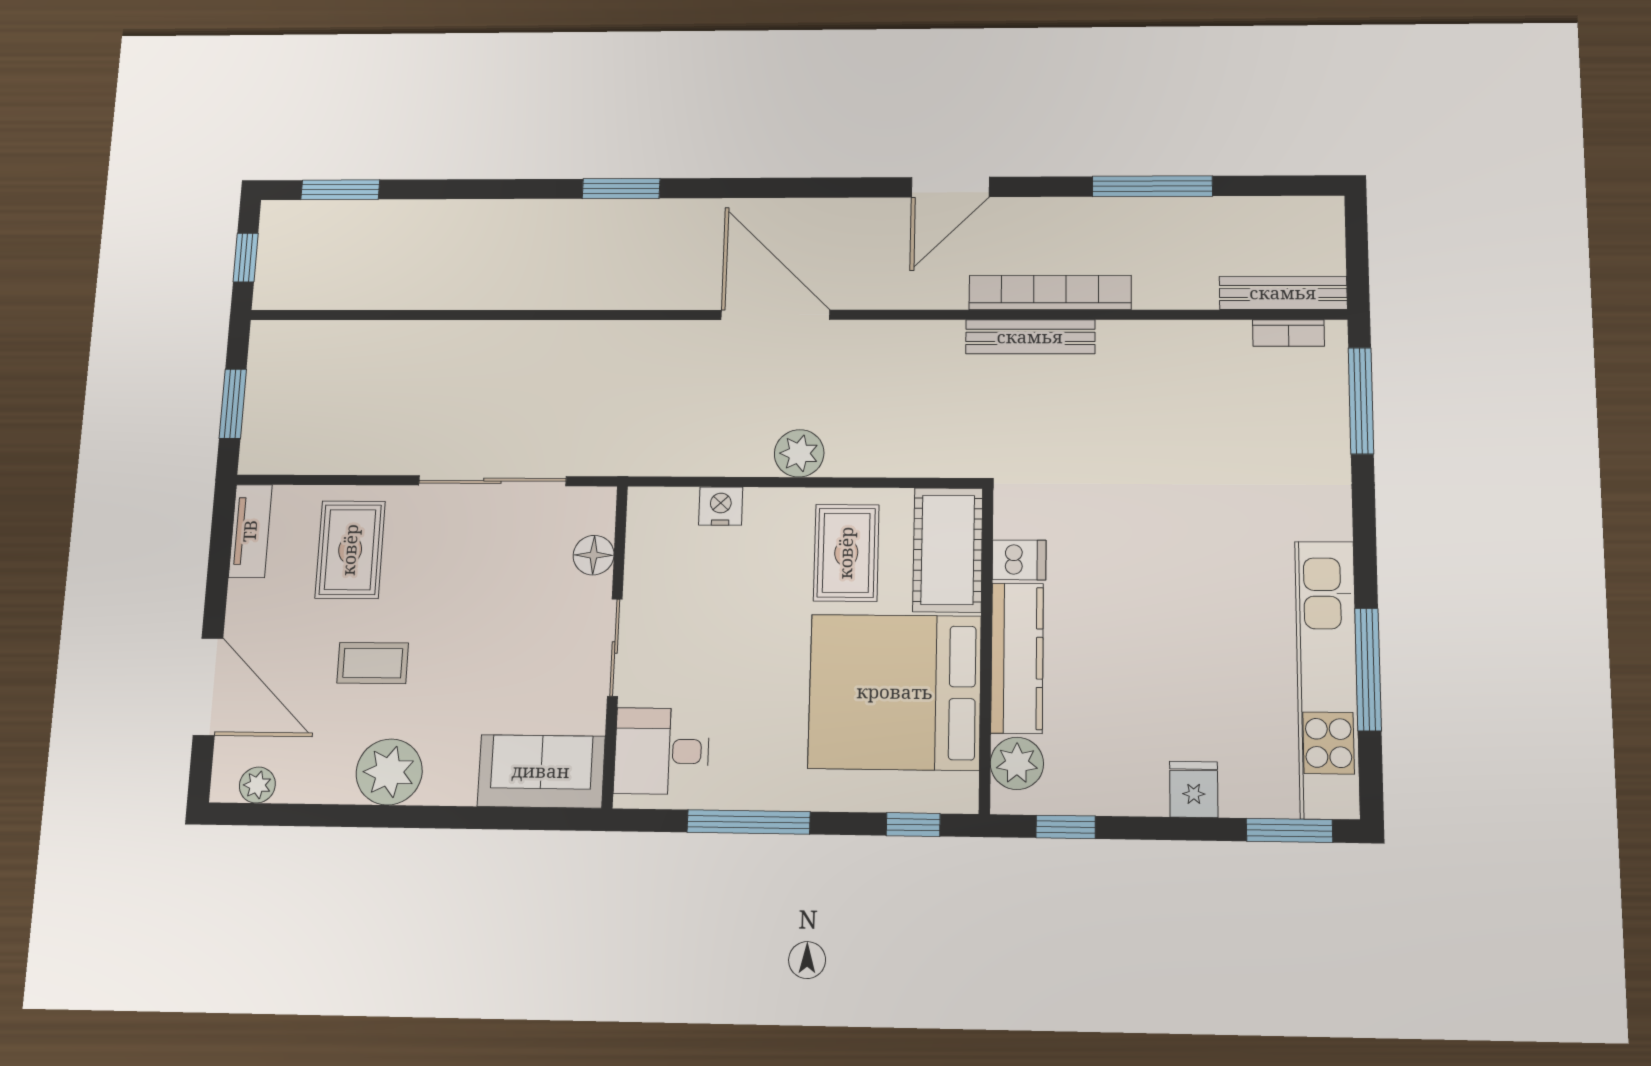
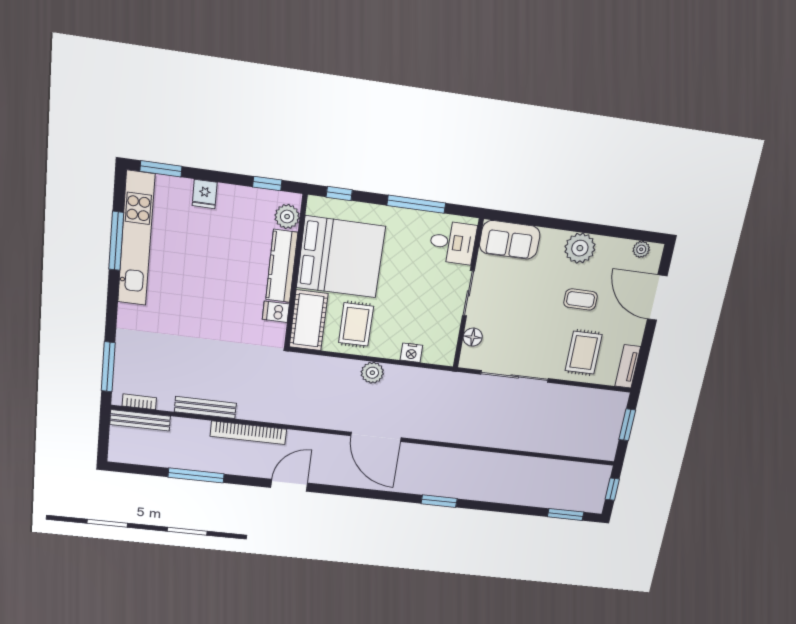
bench: (1030, 337) -> (205, 407), moved

